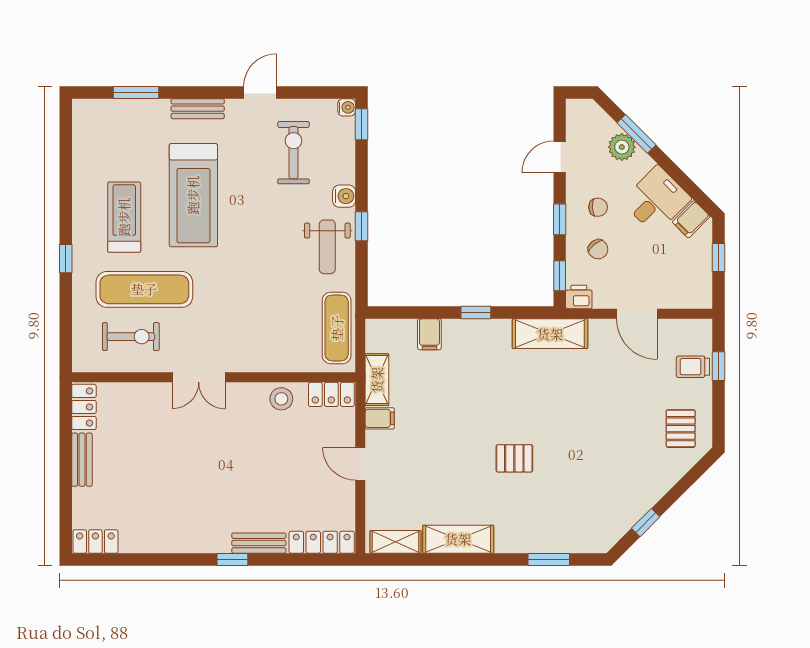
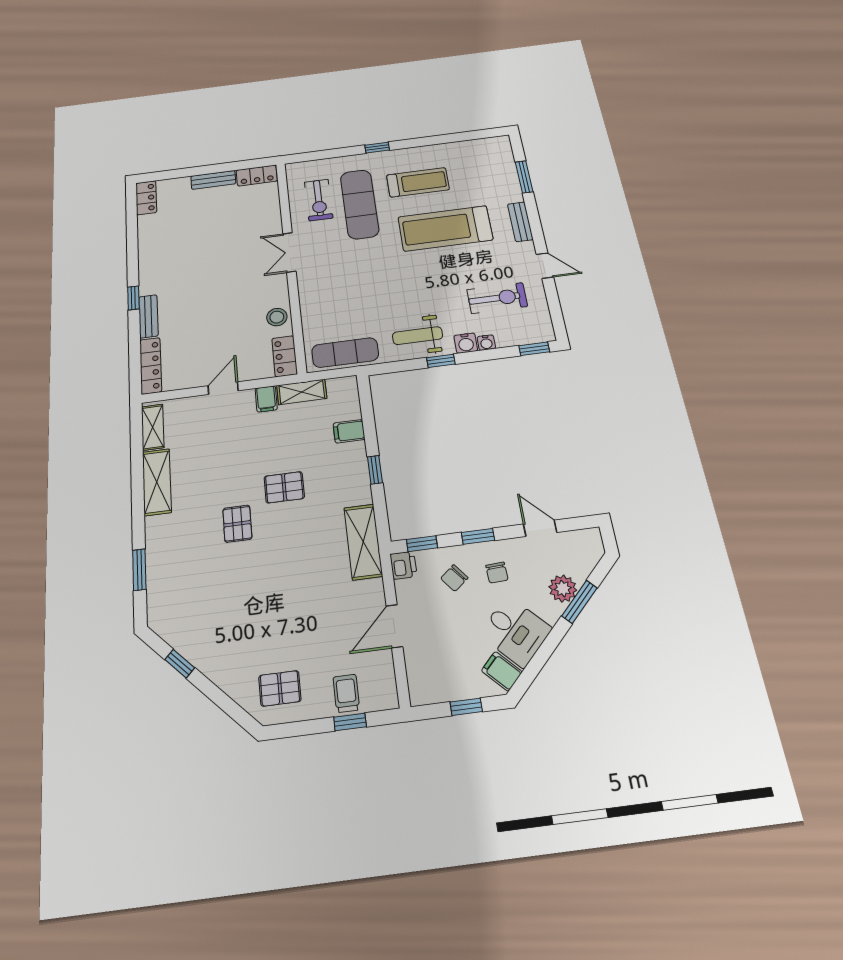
water cooler: (347, 107) -> (486, 343), moved
pallet: (482, 408) -> (284, 487), added

